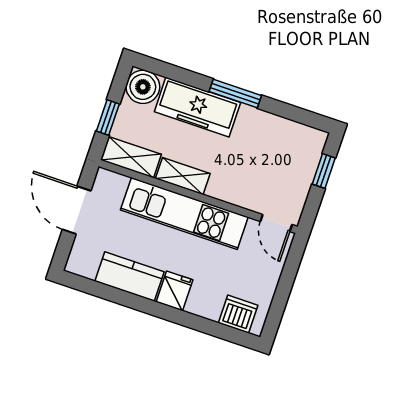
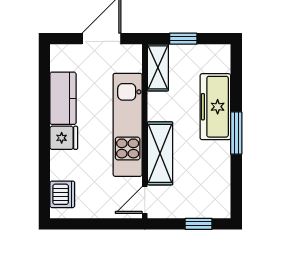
boiler: (143, 87) -> (217, 58), removed
shelving: (183, 176) -> (160, 153), moved, width x1.50, depth x1.33

